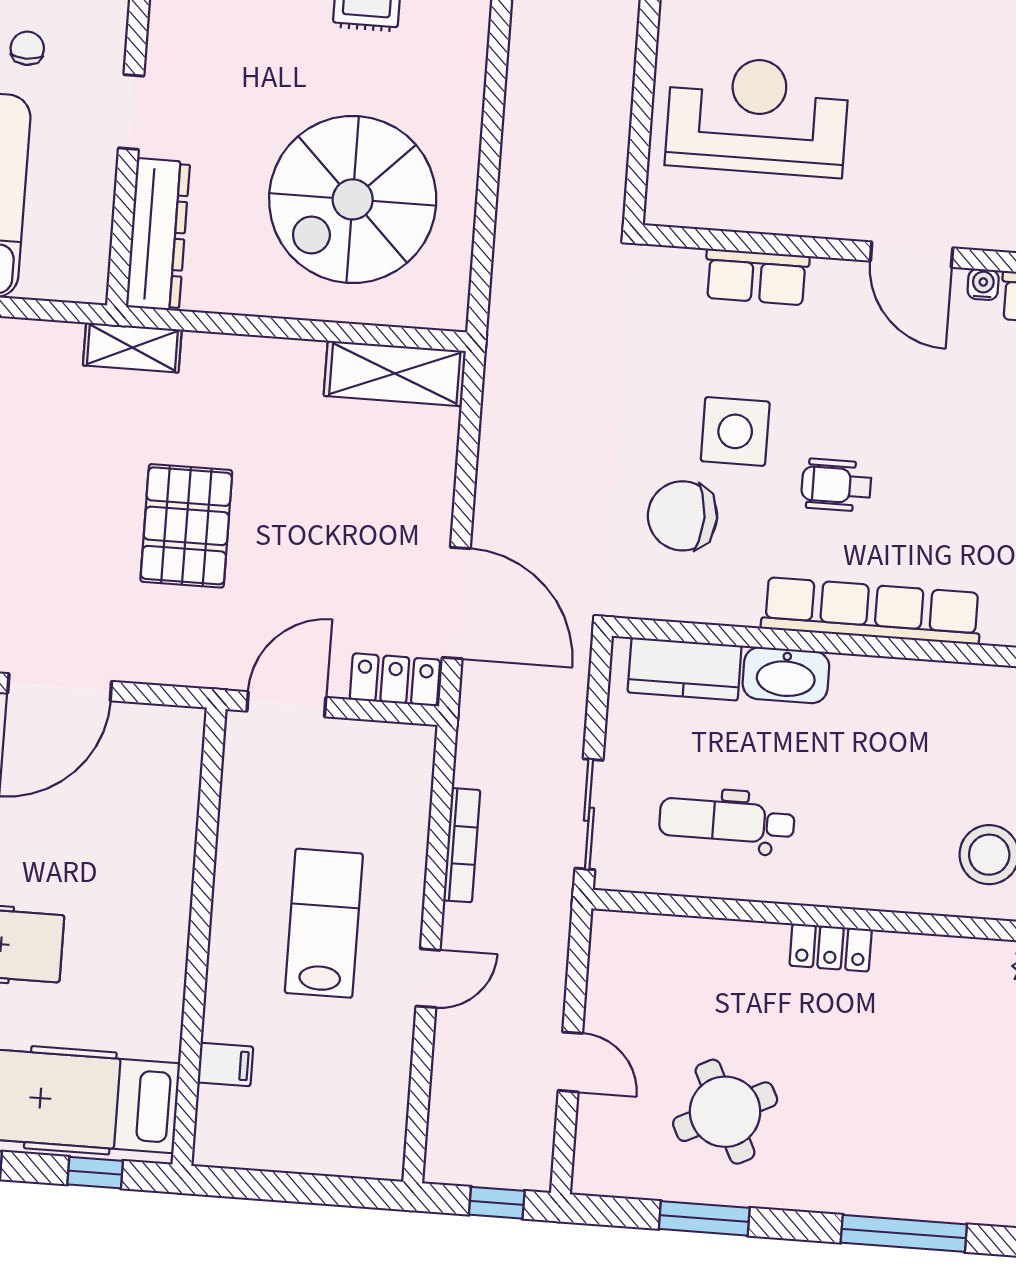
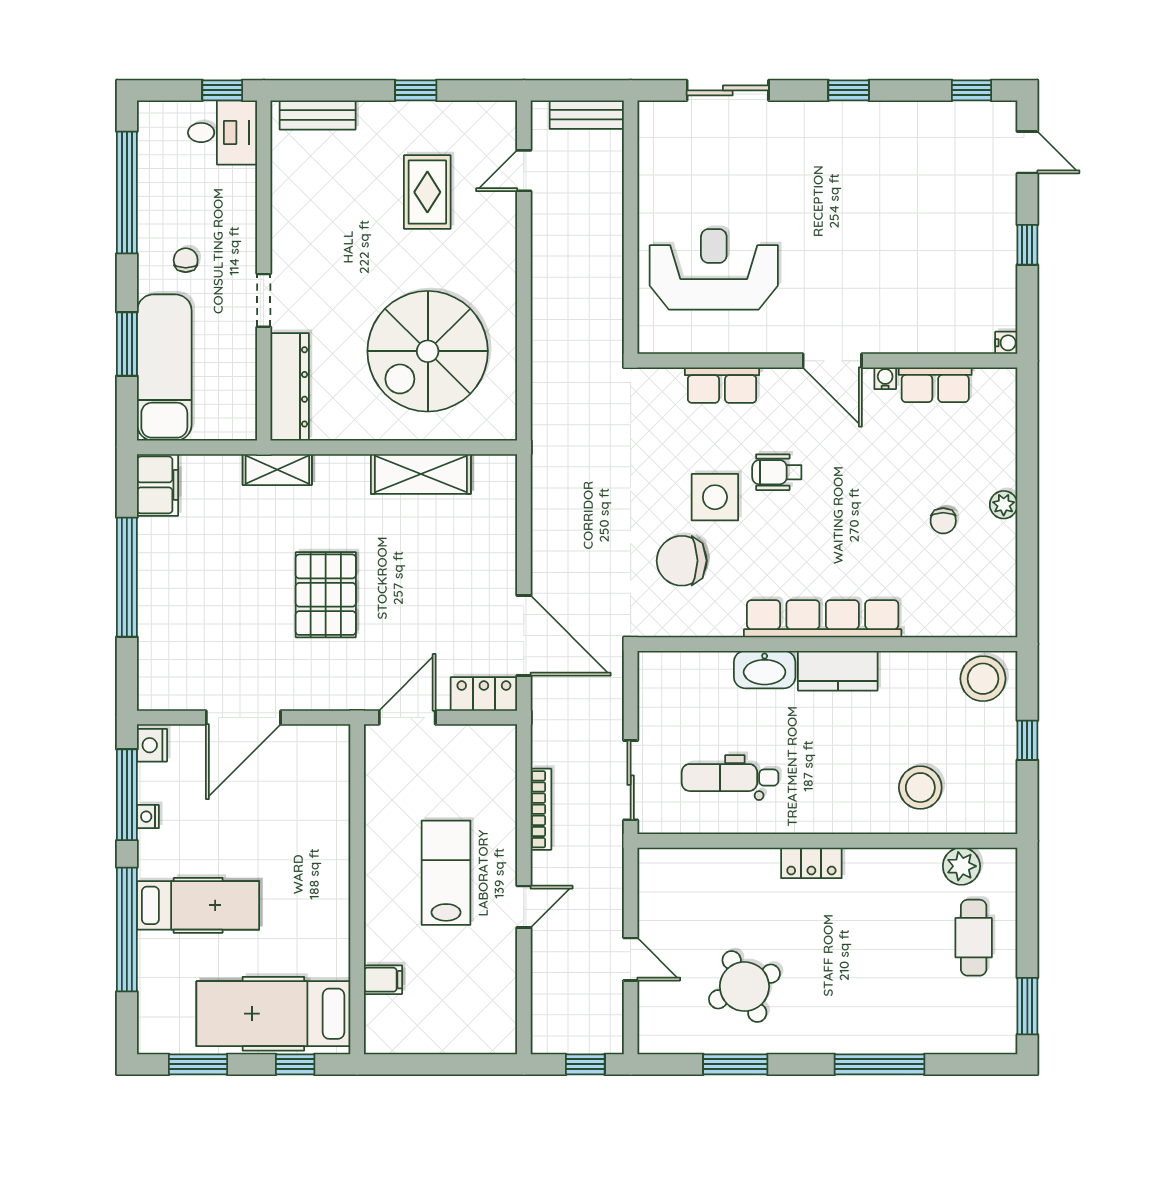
shelving: (395, 373) -> (421, 474), moved
wheelchair: (836, 485) -> (777, 472), moved
kitchen counter: (685, 669) -> (838, 671), moved

